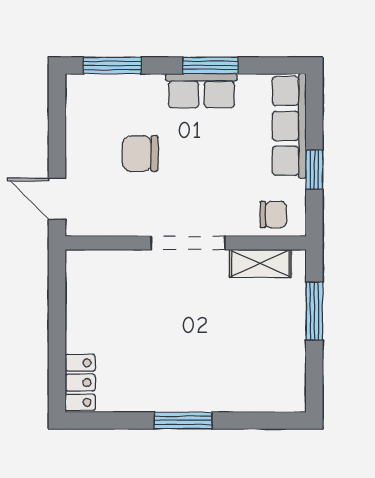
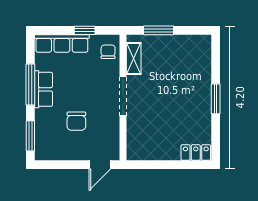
window: (210, 65) -> (30, 85), width x1.44

